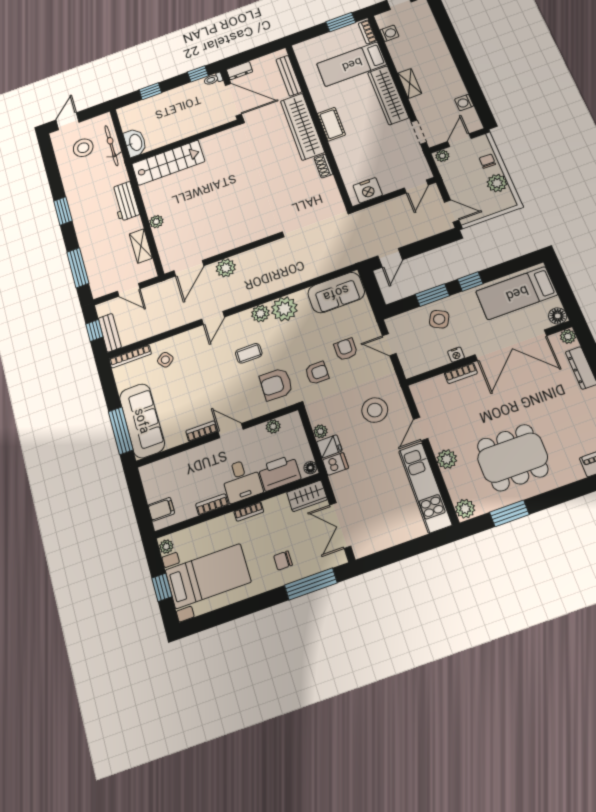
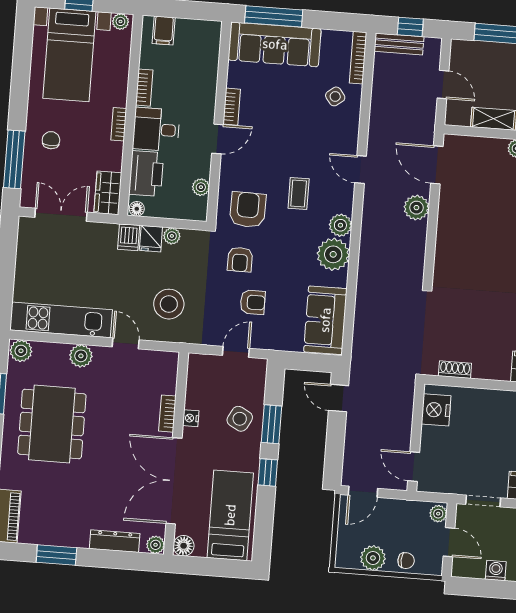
shoe rack: (323, 166) -> (455, 370), moved
door: (129, 290) -> (443, 84), swing flipped

